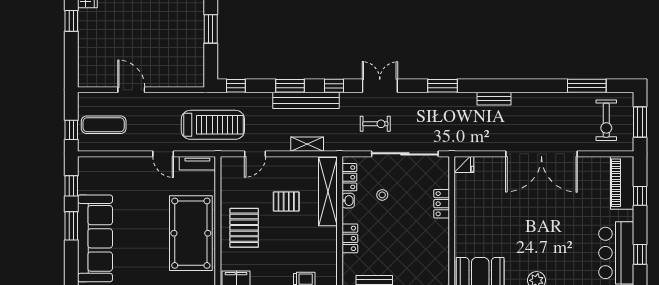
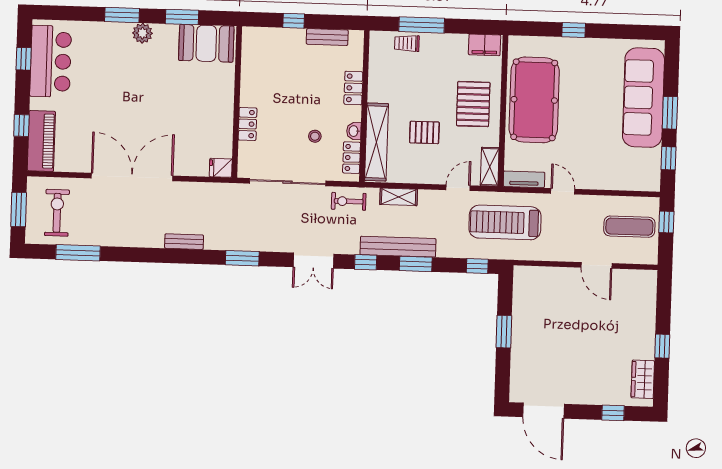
exercise bike: (375, 124) -> (349, 201), moved
shelving: (228, 173) -> (490, 167), added

